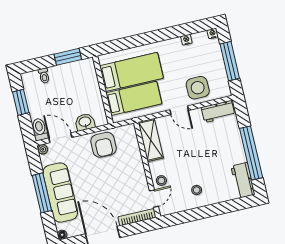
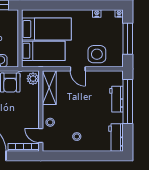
workbench: (218, 112) -> (116, 99), moved, turned 90
plant: (129, 134) -> (33, 79), added
window: (251, 153) -> (128, 101), moved
door: (154, 199) -> (41, 135), swing flipped

